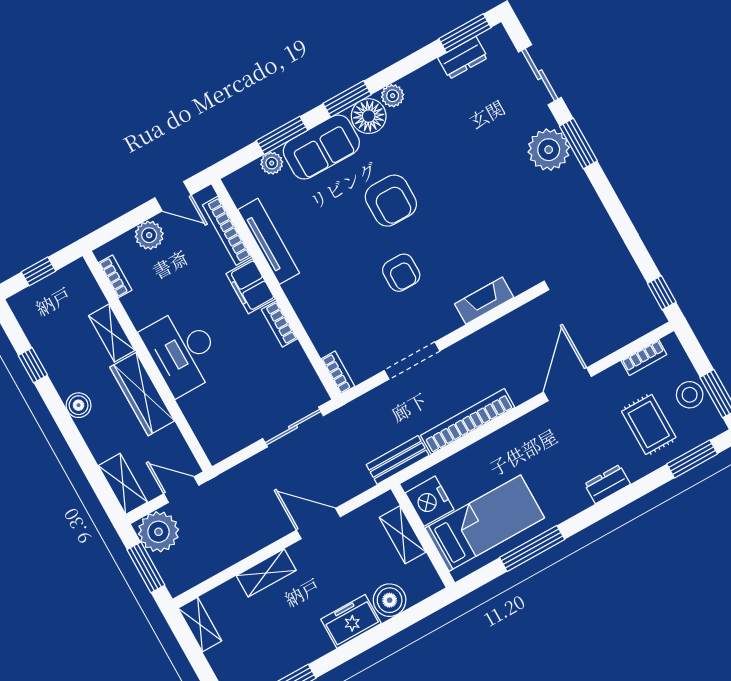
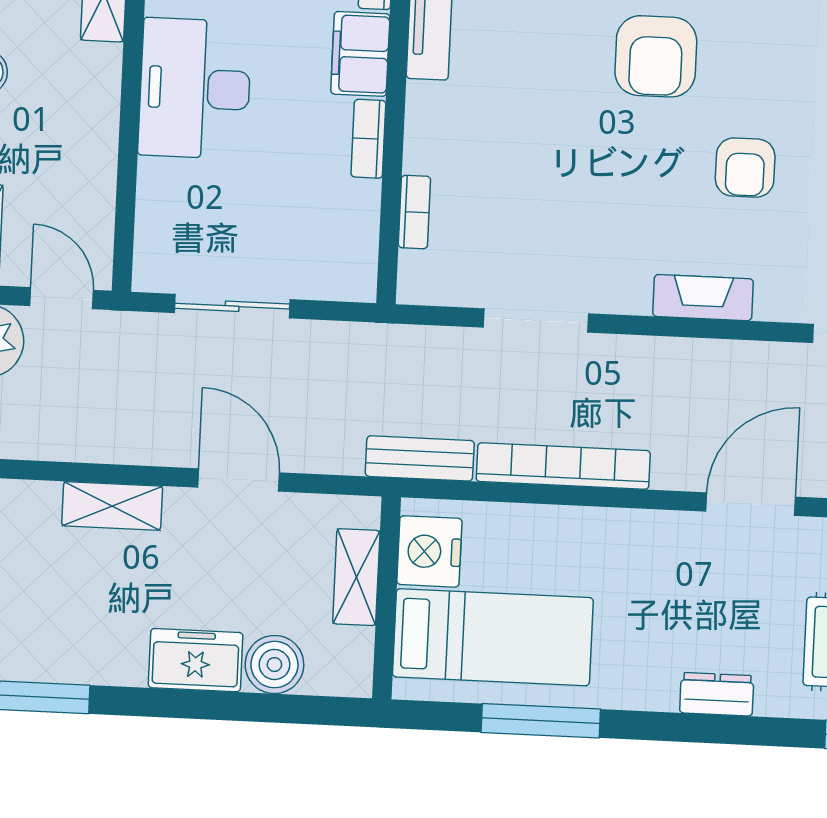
armchair: (401, 273) -> (745, 168), moved
bookcase: (338, 373) -> (414, 212), moved
wardrobe: (142, 394) -> (93, 115), removed
sliding door: (293, 427) -> (232, 306), moved

